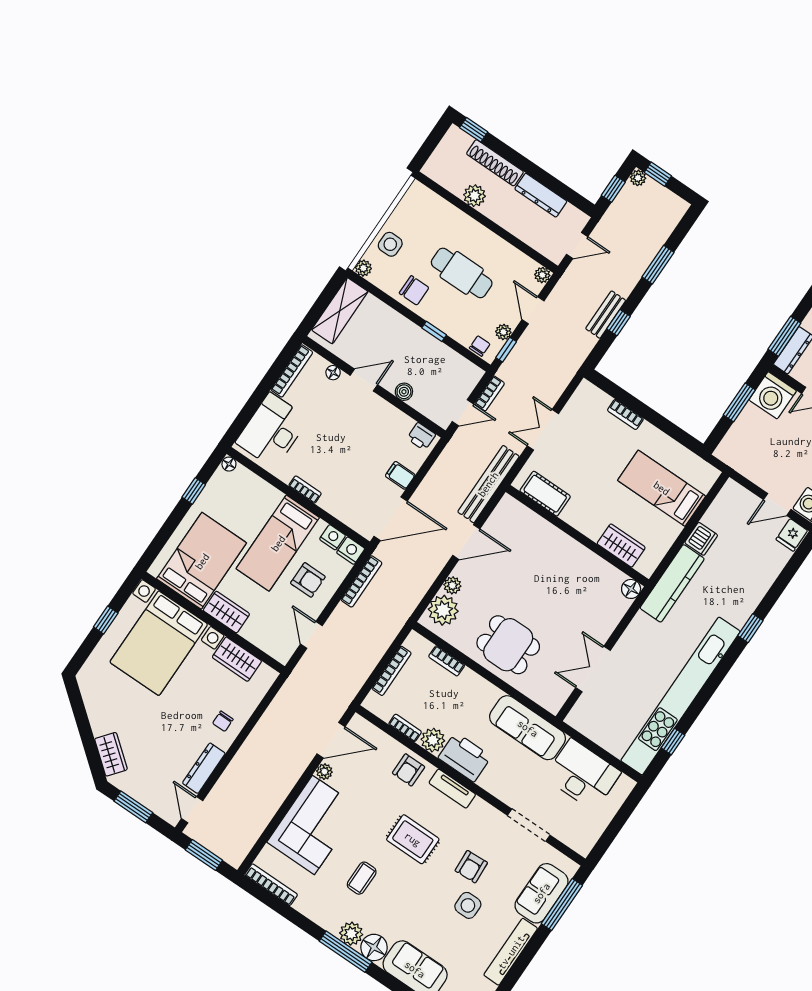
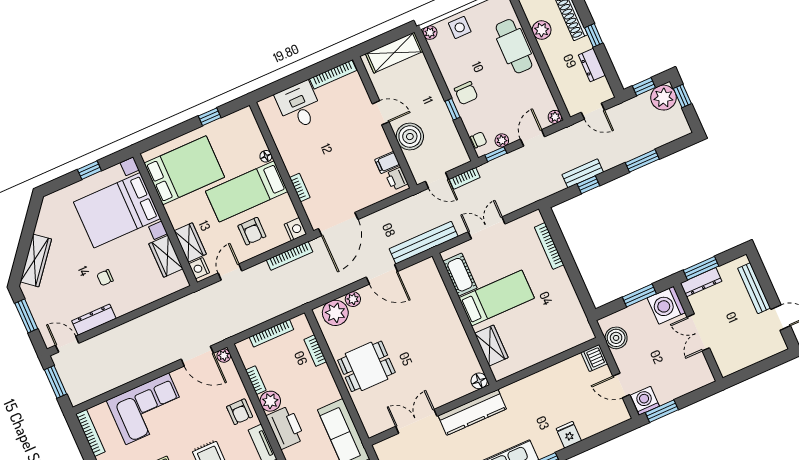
window: (530, 168) -> (594, 35), added
plant: (638, 178) -> (663, 98), width x1.88, depth x1.88
dresser: (541, 195) -> (592, 65), width x0.70
cafe table: (462, 273) -> (514, 46), moved
chair: (414, 290) -> (466, 93), moved
floor lamp: (333, 373) -> (362, 94), removed
boiler: (404, 392) -> (410, 137), width x1.86, depth x1.86
bookcase: (625, 414) -> (549, 246), width x1.56
desk: (272, 431) -> (299, 105), width x0.73
boiler: (742, 460) -> (616, 338), added
floor lamp: (229, 464) -> (266, 156), moved
filing cabinet: (400, 475) -> (387, 162), moved, turned -90
bed: (662, 488) -> (497, 298), moved, turned 90
bookcase: (305, 490) -> (300, 187), moved
door: (391, 519) -> (338, 224), hinge flipped
fridge: (792, 535) -> (569, 435), moved, turned 90
nightstand: (332, 537) -> (199, 268), moved, turned 180
dishwasher: (701, 539) -> (594, 358), moved, turned 90
kitchen counter: (672, 583) -> (472, 412), moved
wardrobe: (226, 612) -> (190, 242), moved
dining table: (508, 645) -> (366, 366), turned 90
chair: (223, 721) -> (105, 278), moved
wardrobe: (111, 754) -> (36, 260), width x1.50
armchair: (409, 770) -> (240, 412), turned -90
plant: (324, 772) -> (224, 356), moved
door: (192, 810) -> (67, 344), hinge flipped

